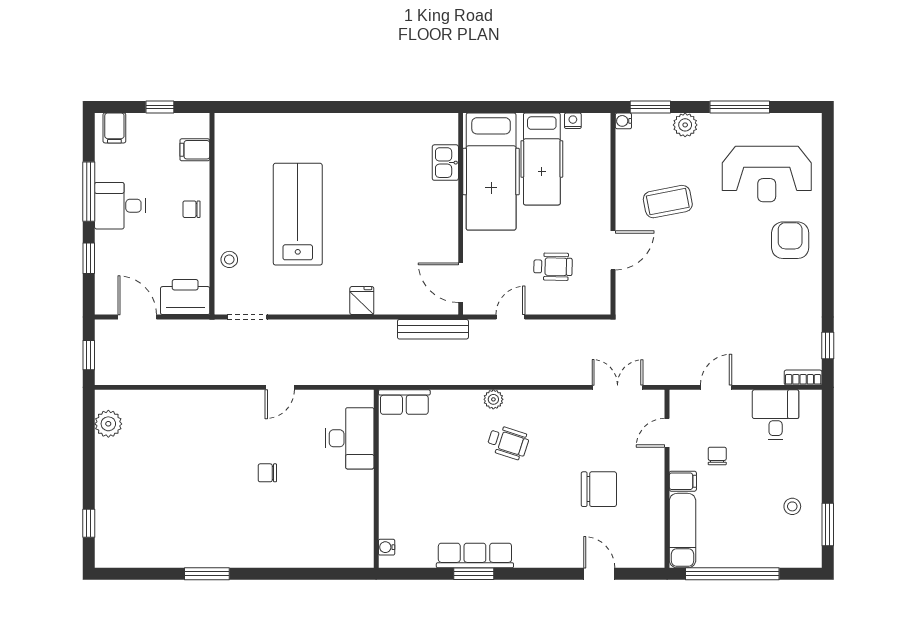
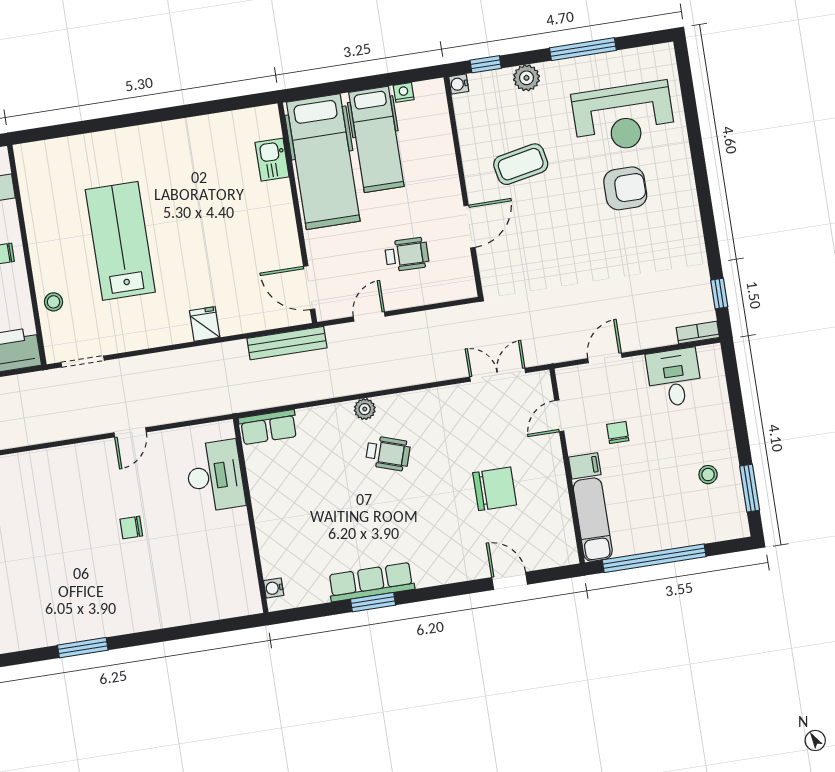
window: (650, 107) -> (486, 64), width x0.67
armchair: (790, 240) -> (625, 188), moved, turned 90

